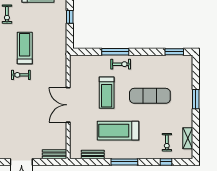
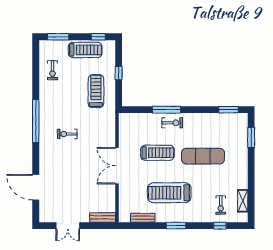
treadmill: (25, 48) -> (96, 91), moved
treadmill: (107, 93) -> (157, 153), turned -90
window: (196, 99) -> (251, 138), moved
window: (124, 162) -> (176, 226), width x0.69

